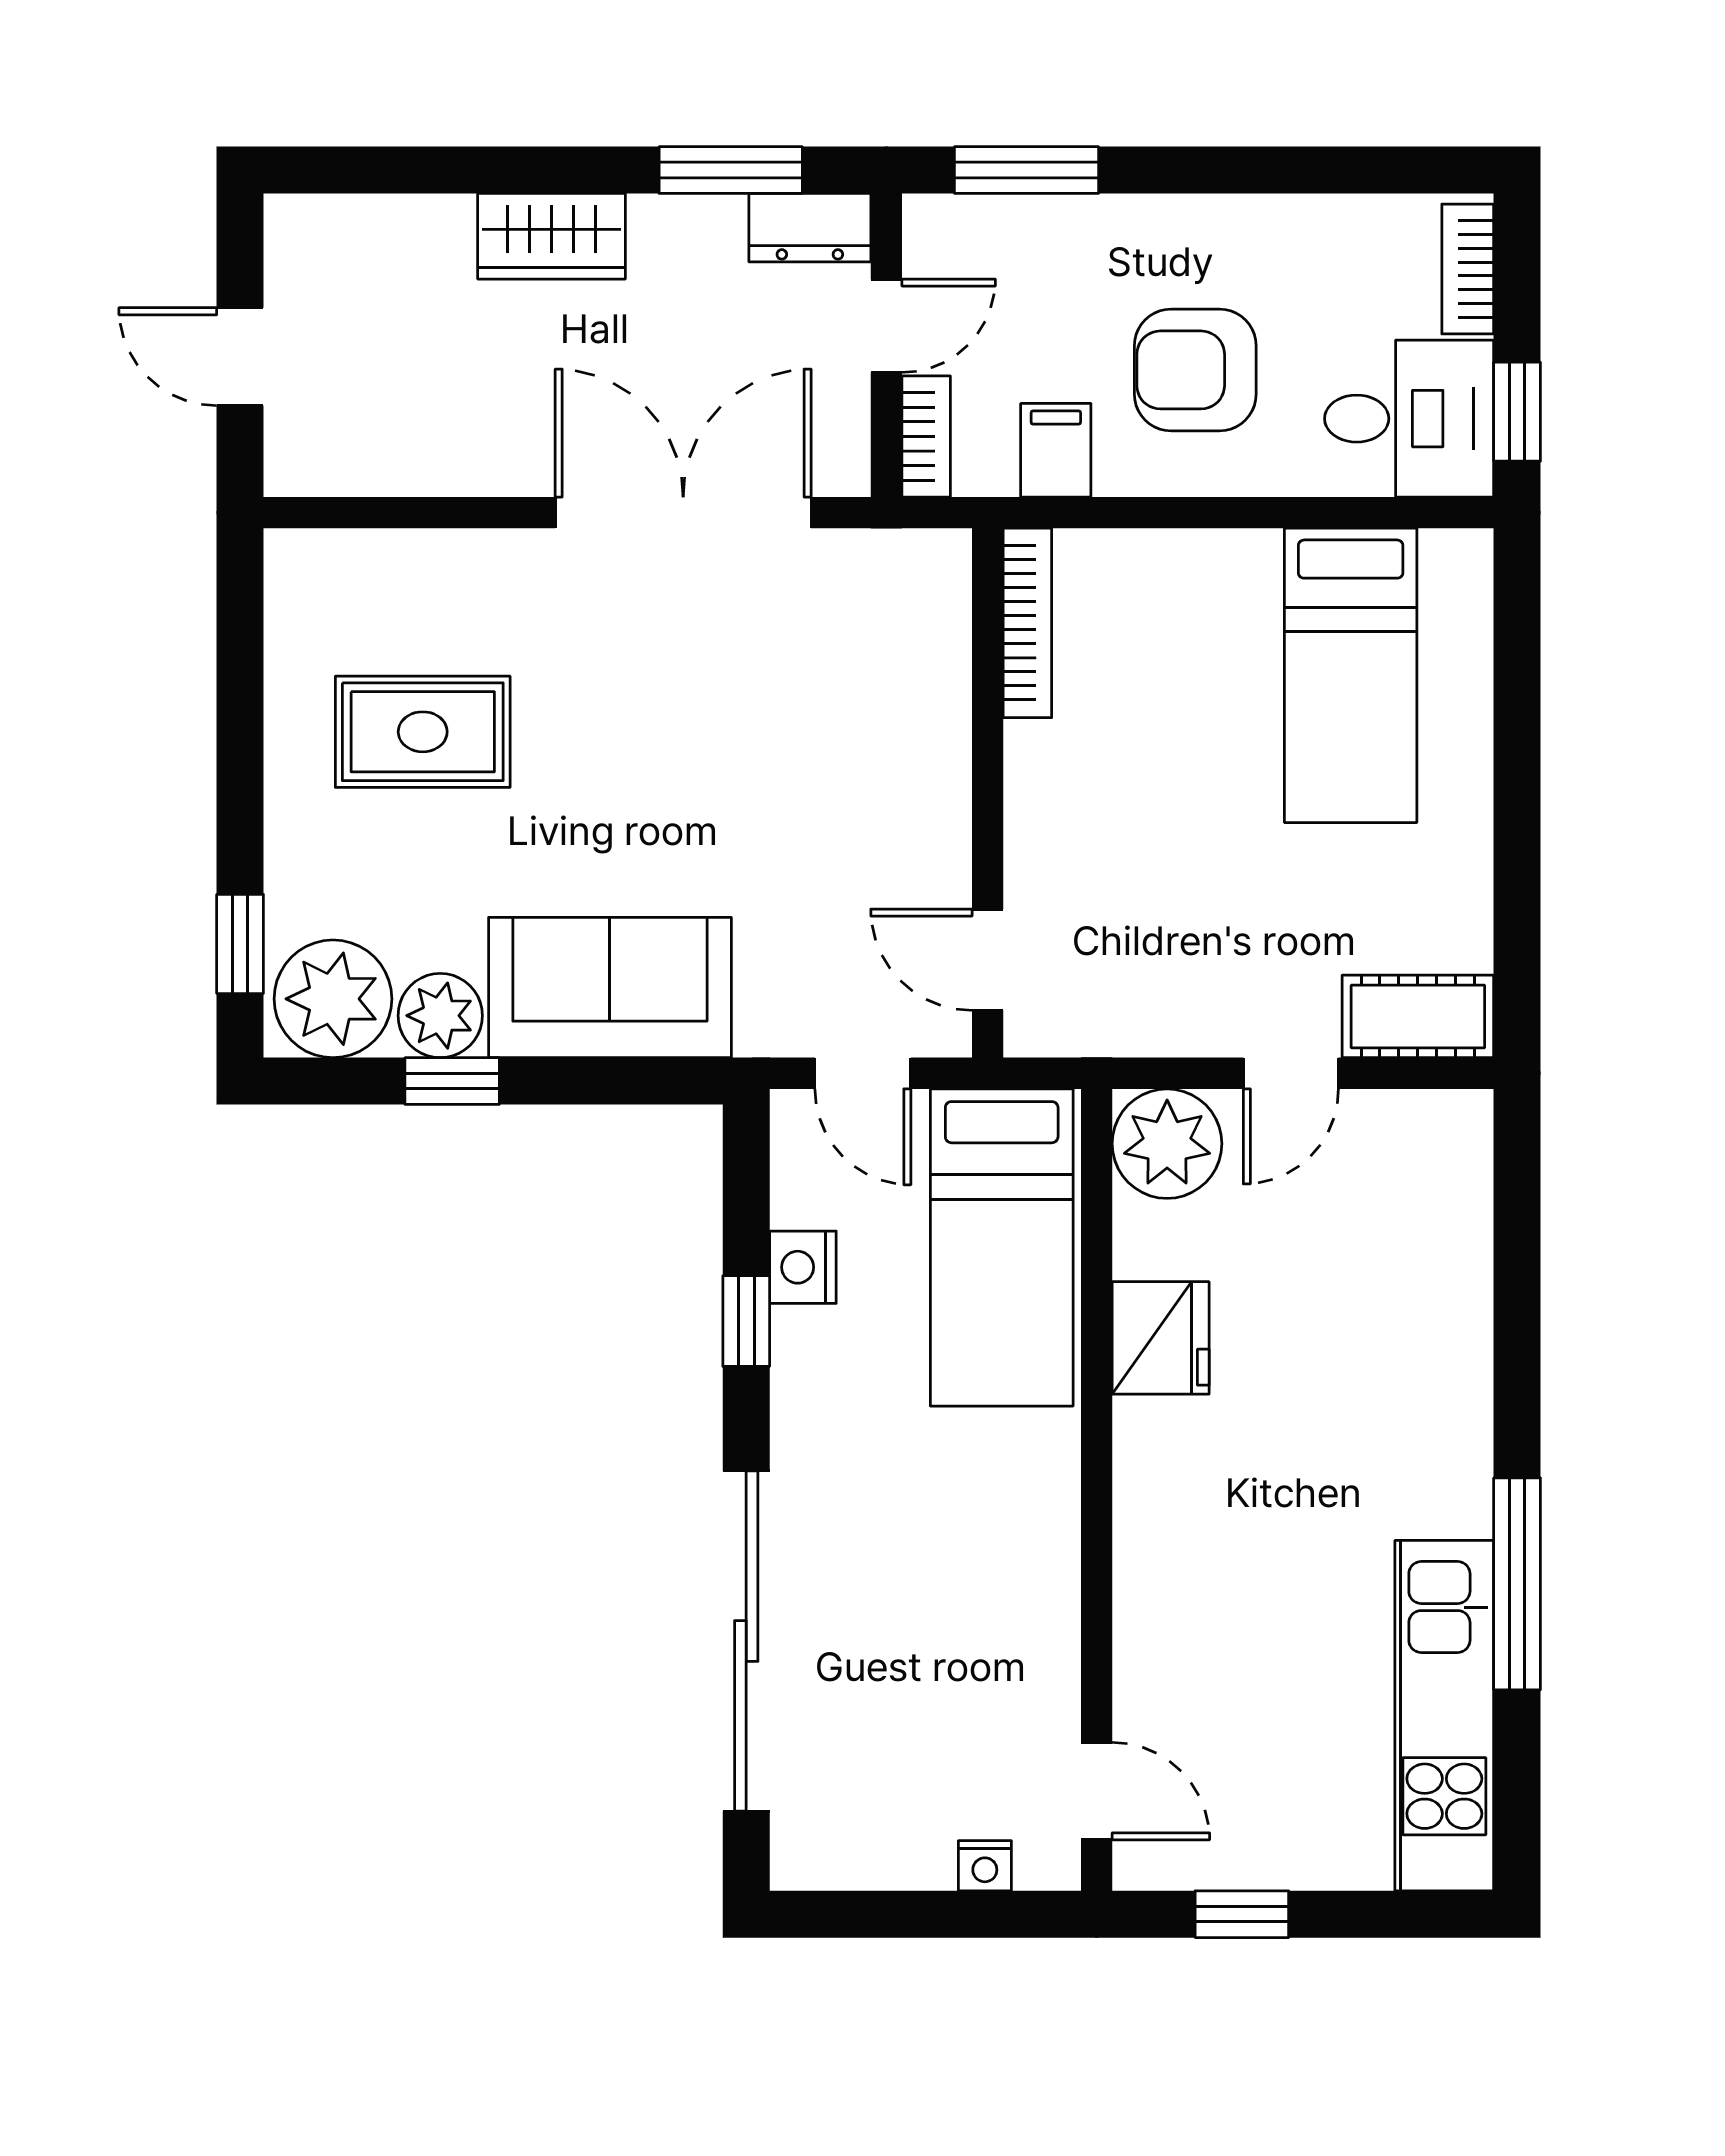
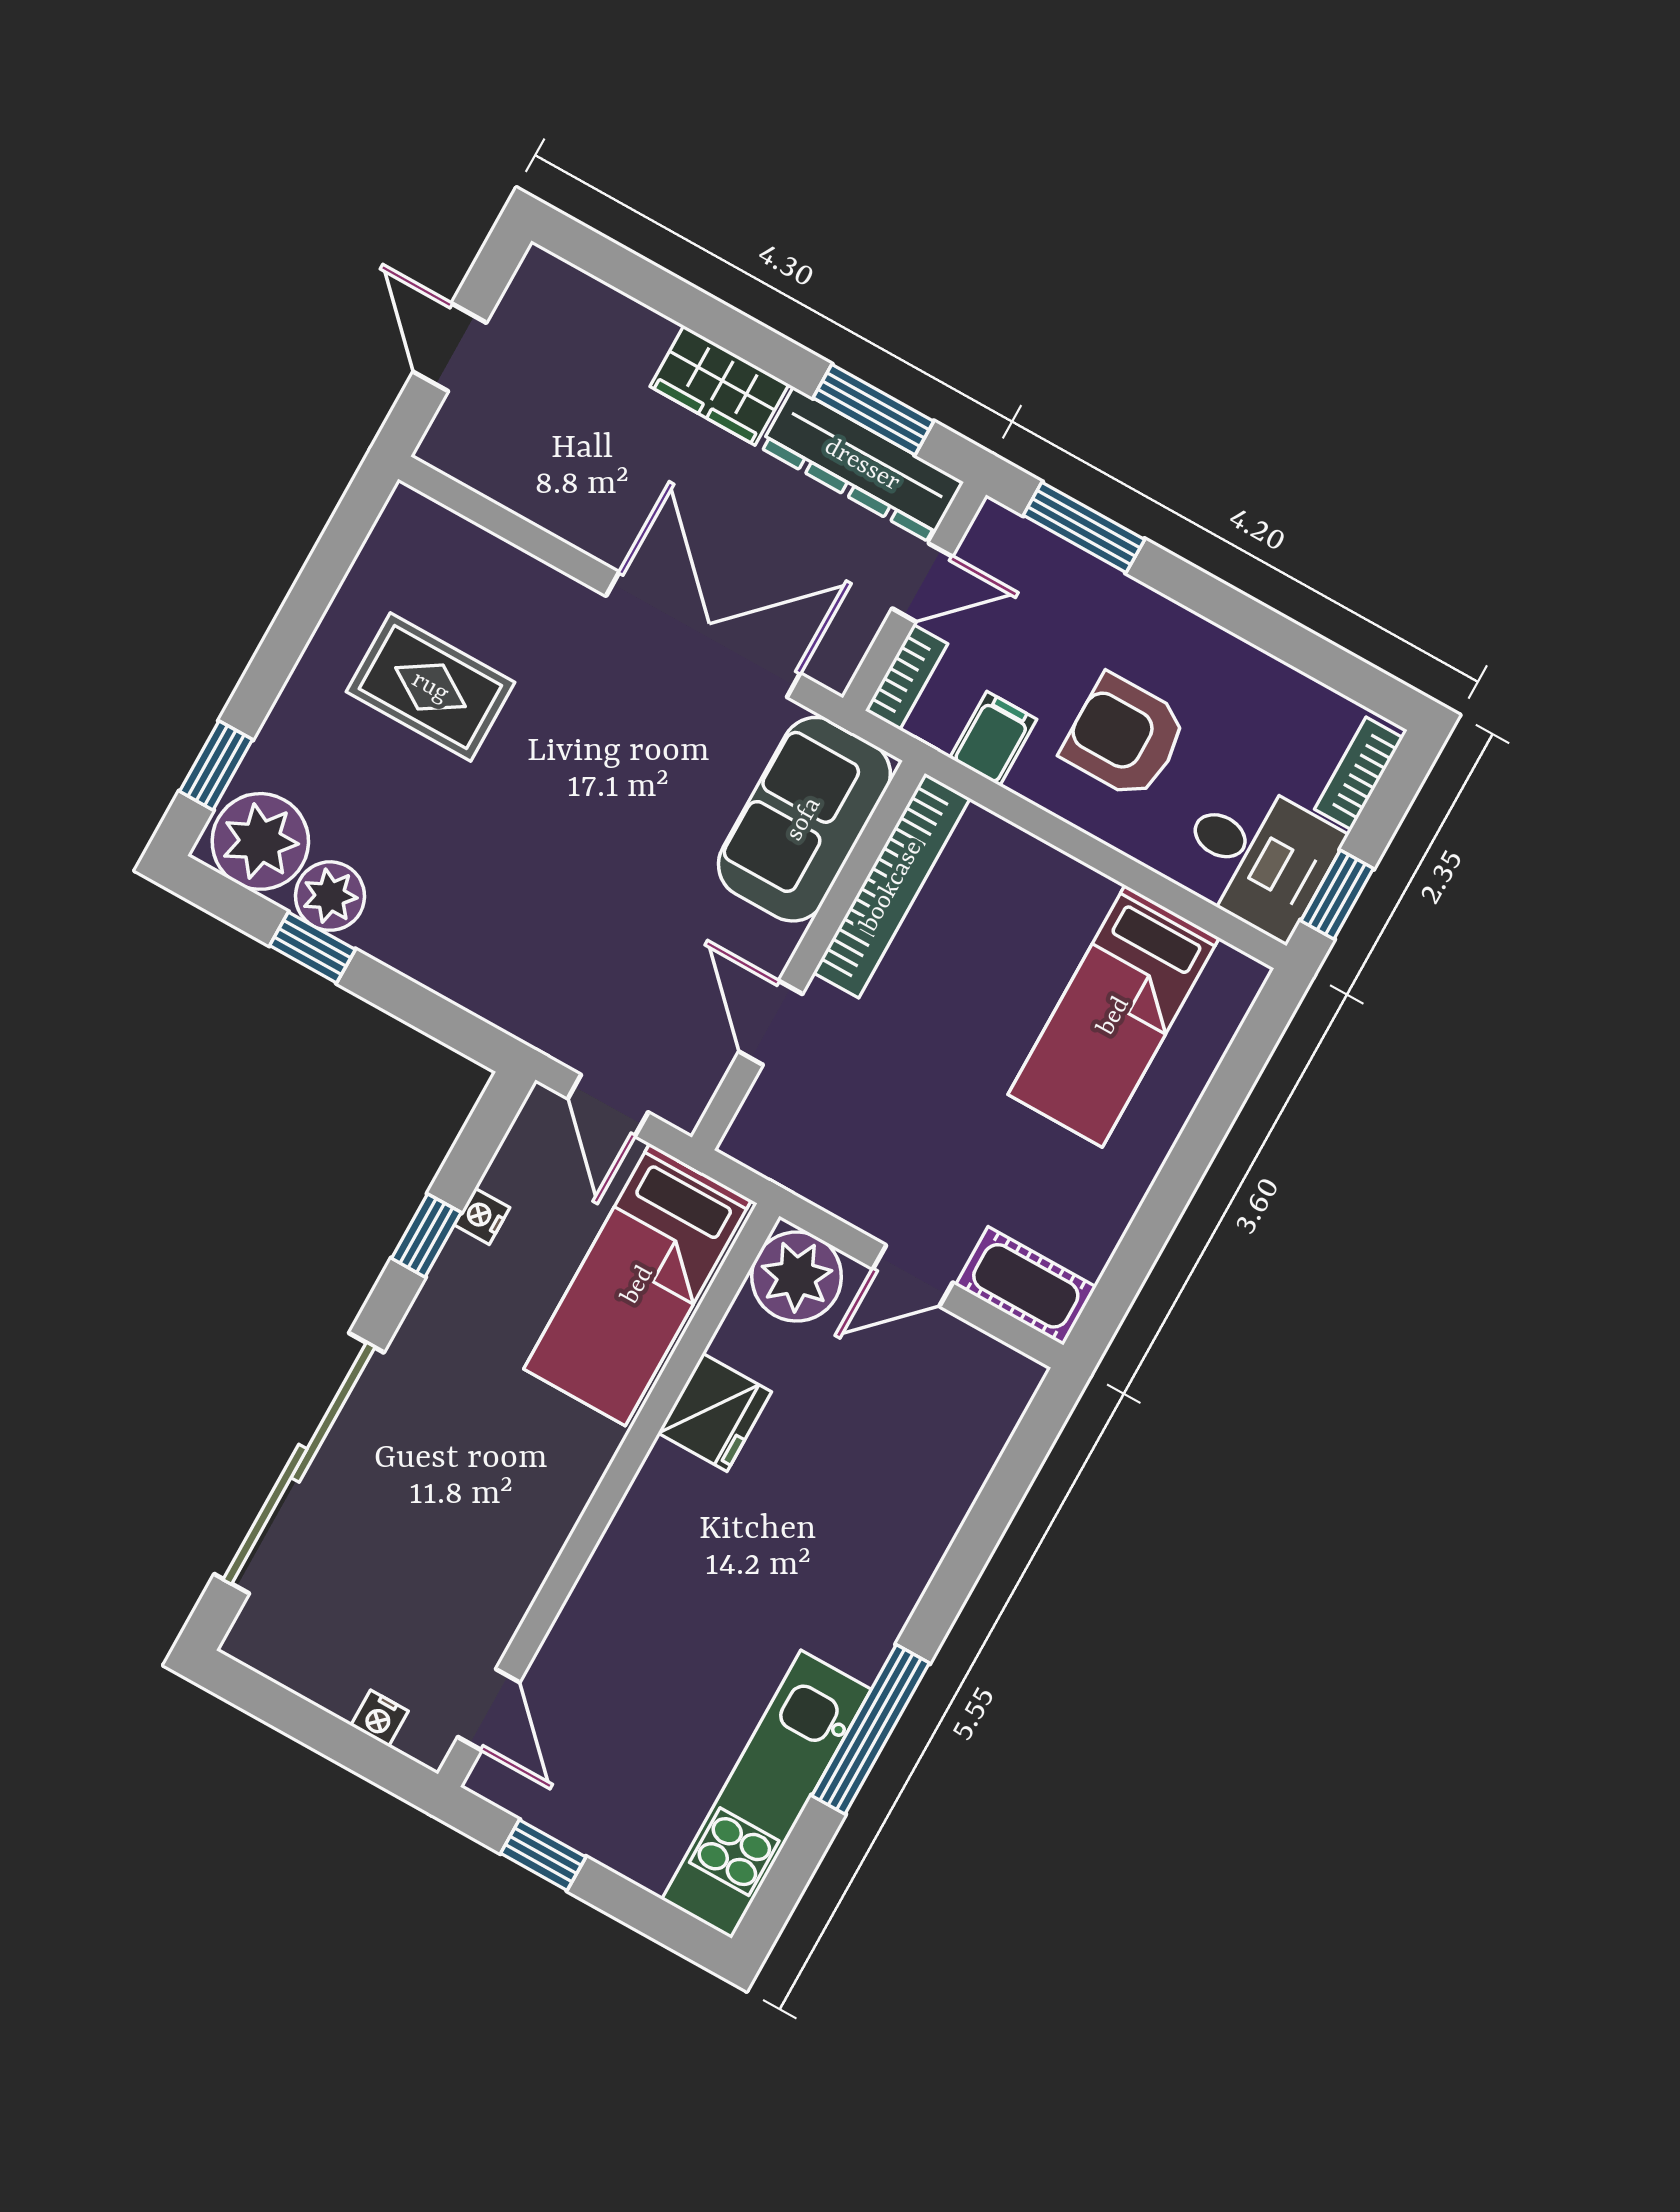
dresser: (810, 228) -> (862, 465), width x1.96, depth x1.24
bookcase: (1027, 623) -> (892, 886), width x1.48, depth x1.31
door: (988, 960) -> (771, 1023), moved
sofa: (610, 988) -> (804, 819), moved, turned -90
nightstand: (803, 1267) -> (482, 1216), width x0.72, depth x0.74

